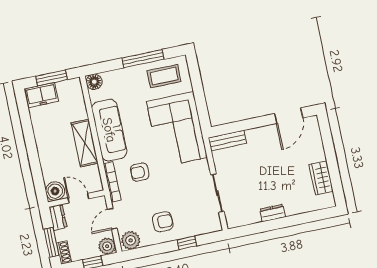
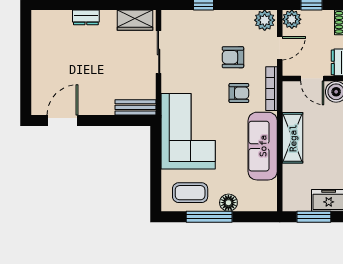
floor lamp: (94, 82) -> (228, 203), moved
wardrobe: (321, 178) -> (135, 20), moved, turned 90
dresser: (273, 213) -> (86, 17), moved
armchair: (163, 222) -> (233, 57), moved

